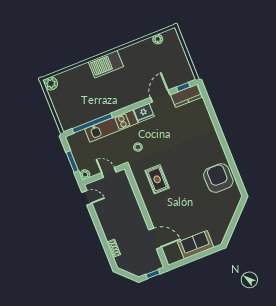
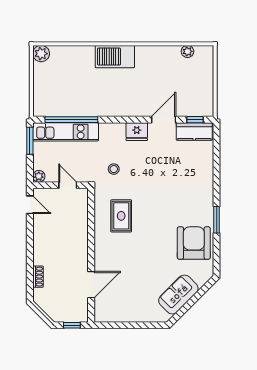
kitchen unit: (111, 126) -> (66, 132), moved
window: (228, 154) -> (217, 220), added
window: (72, 161) -> (30, 141), moved
door: (155, 239) -> (91, 285), hinge flipped
sofa: (196, 245) -> (178, 294), moved, turned -45

